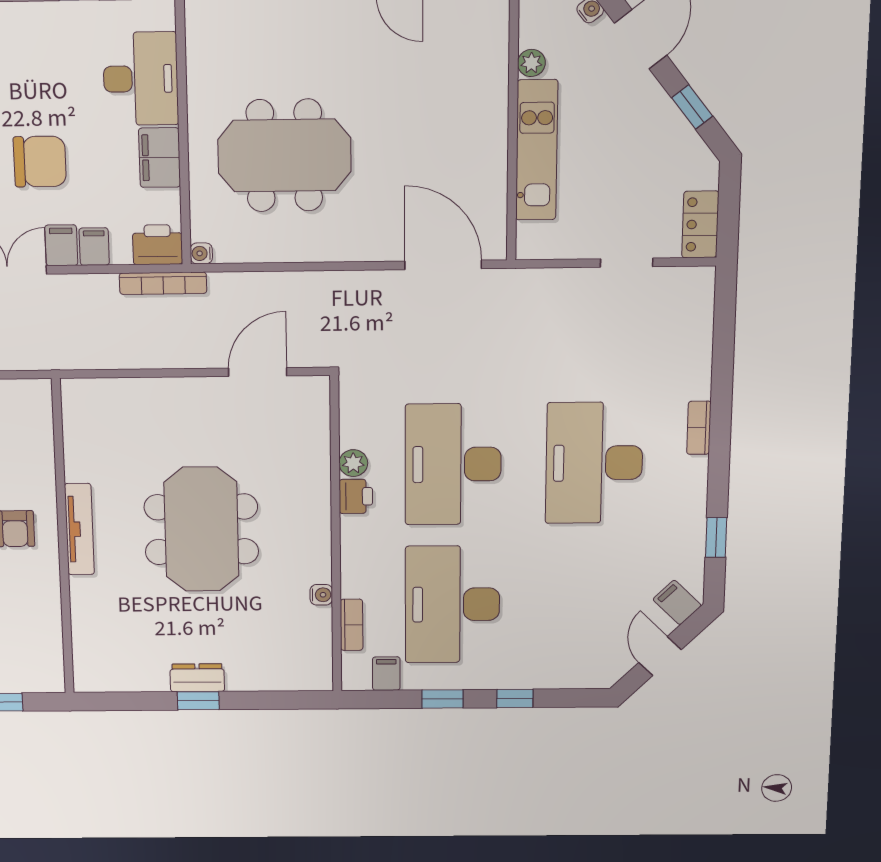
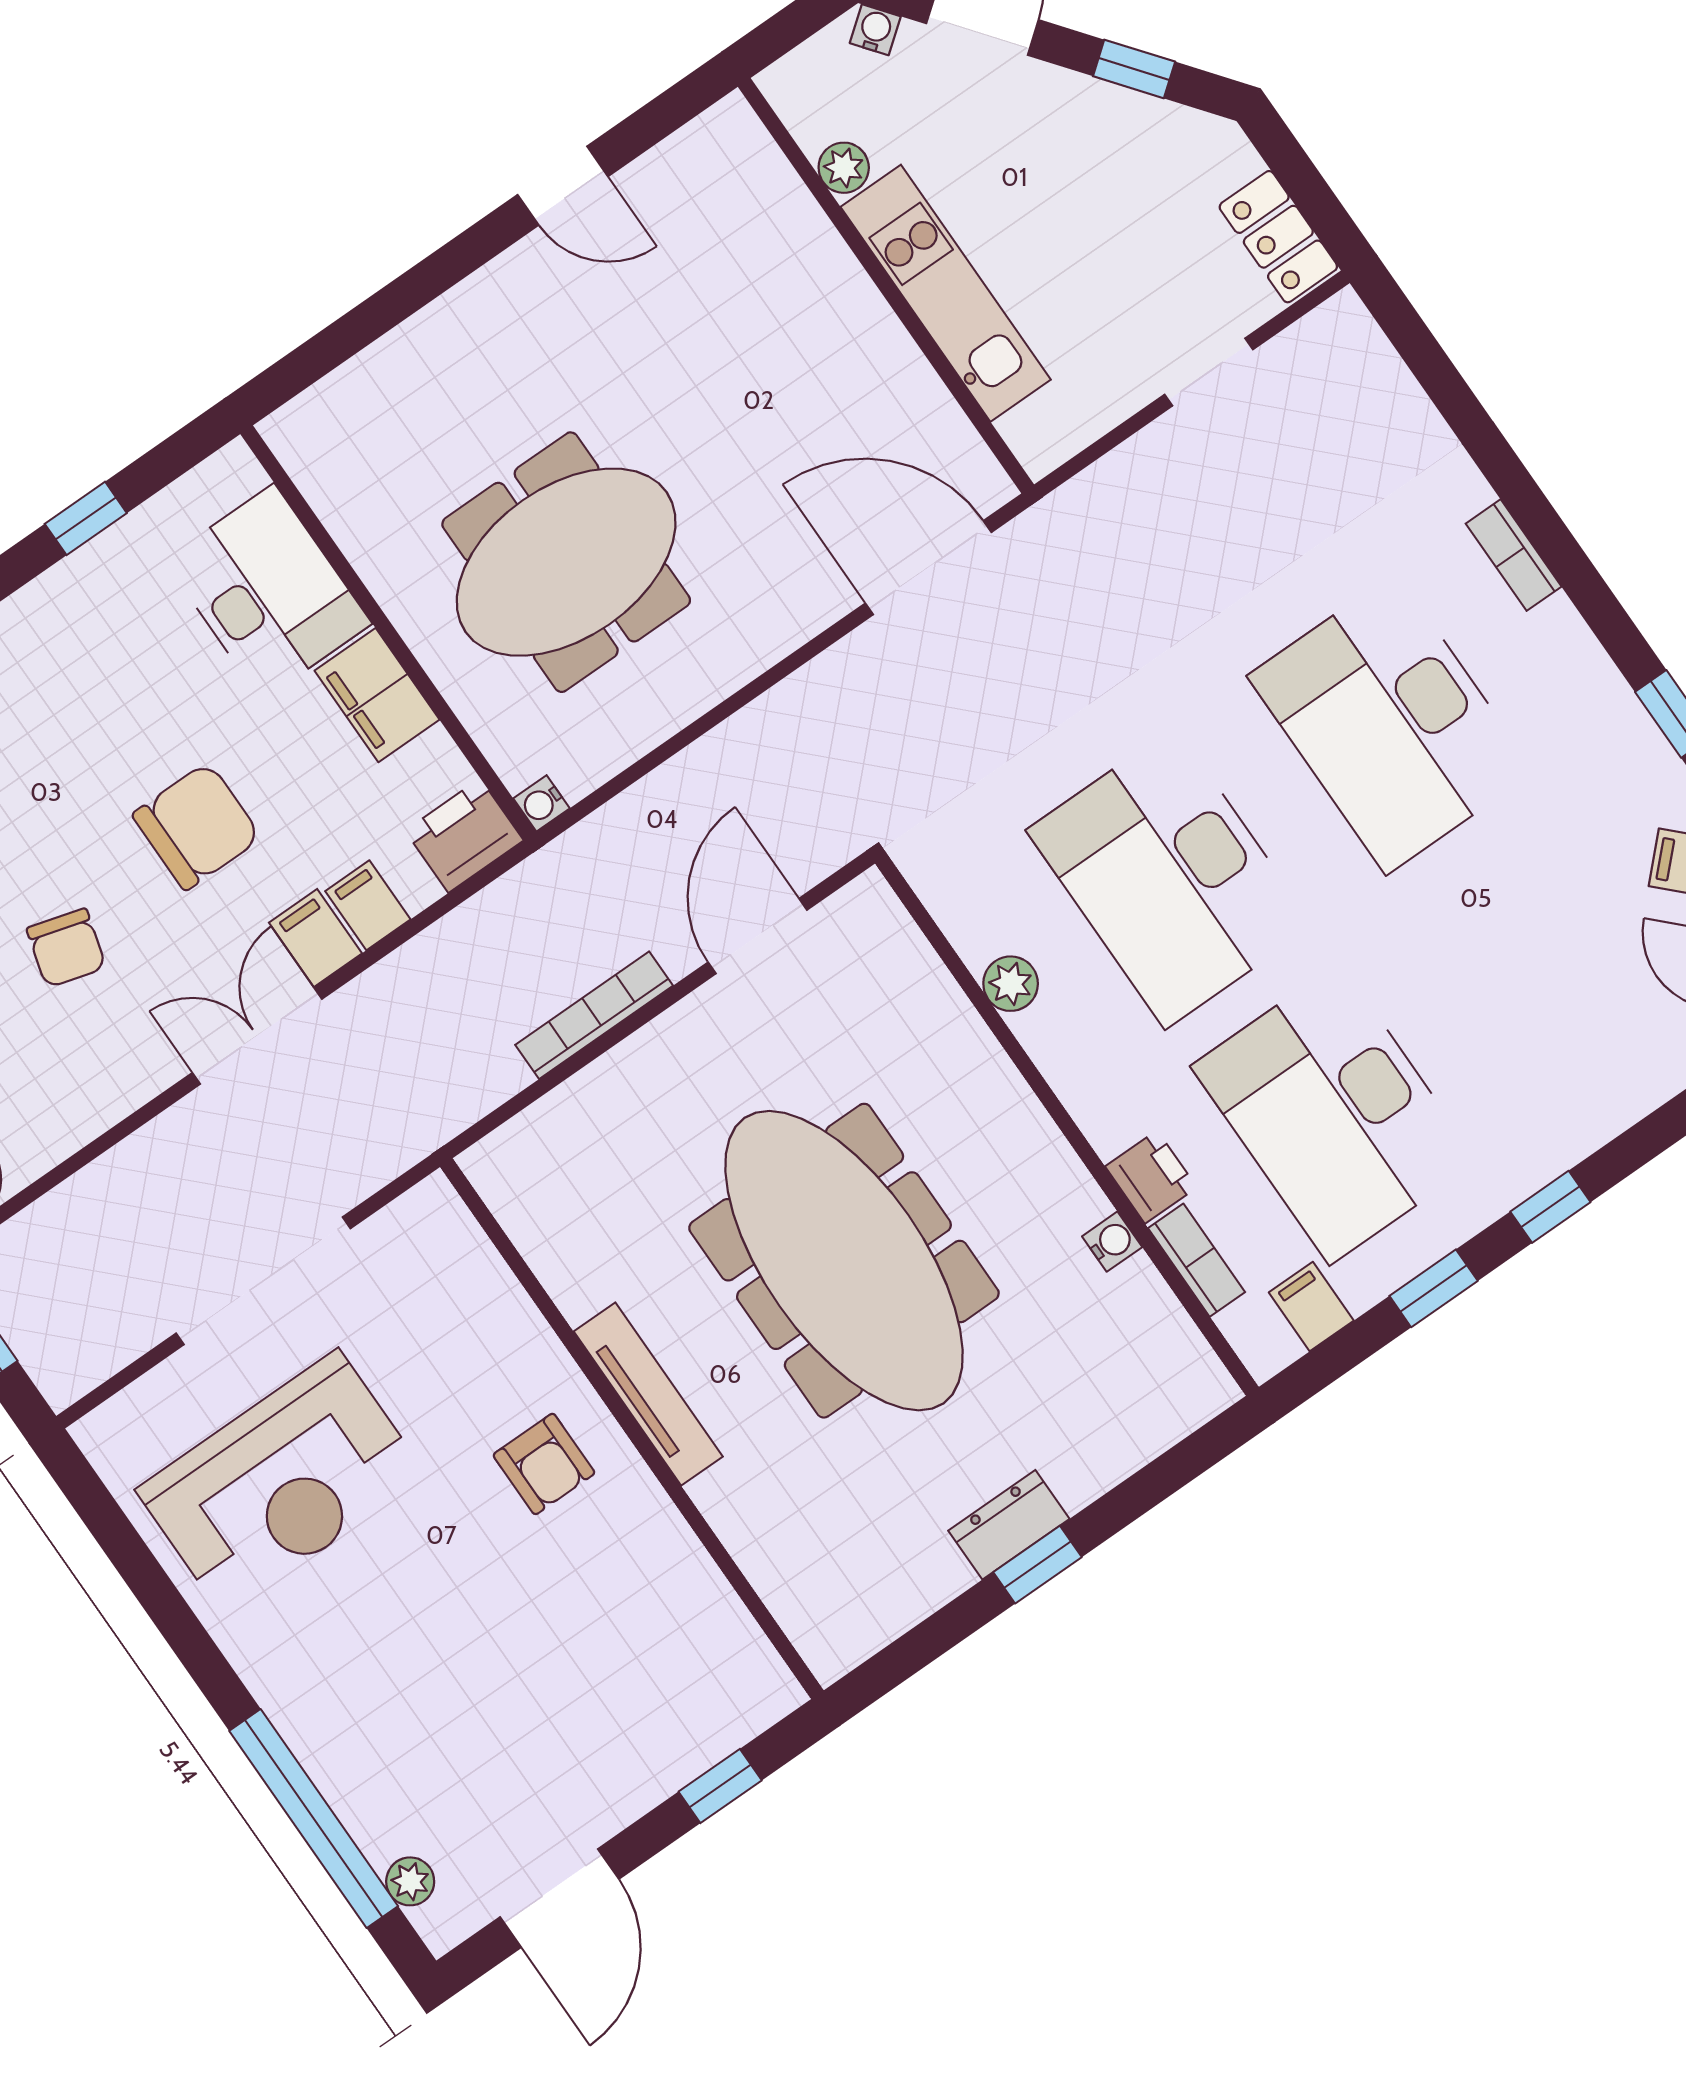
bookcase: (163, 283) -> (594, 1015), moved, turned 180
printer: (356, 496) -> (1151, 1177), moved
meeting table: (201, 529) -> (844, 1261), width x1.36

